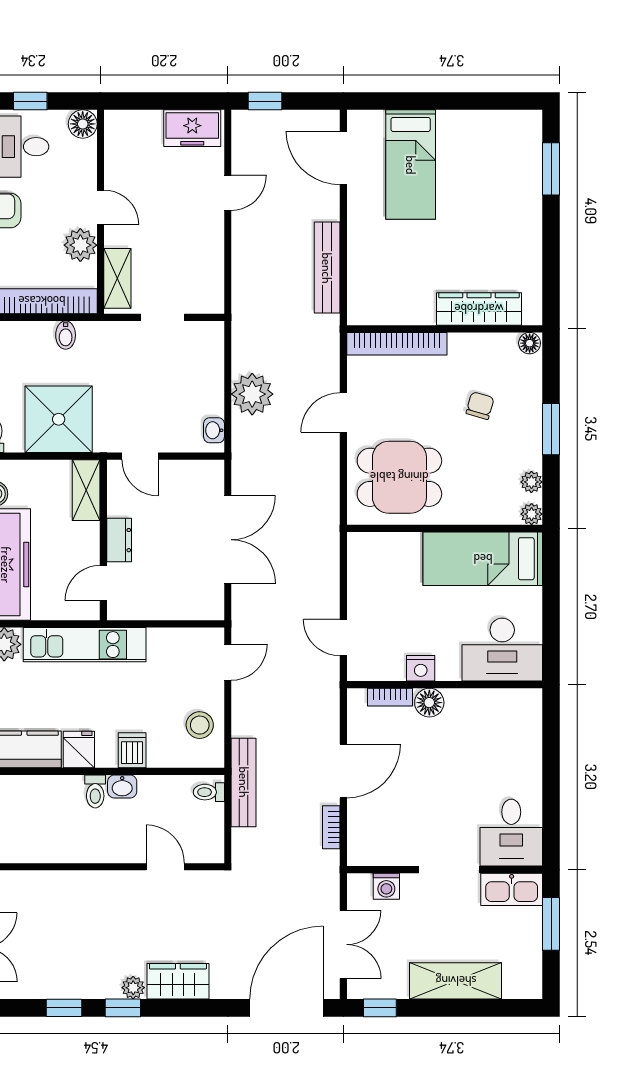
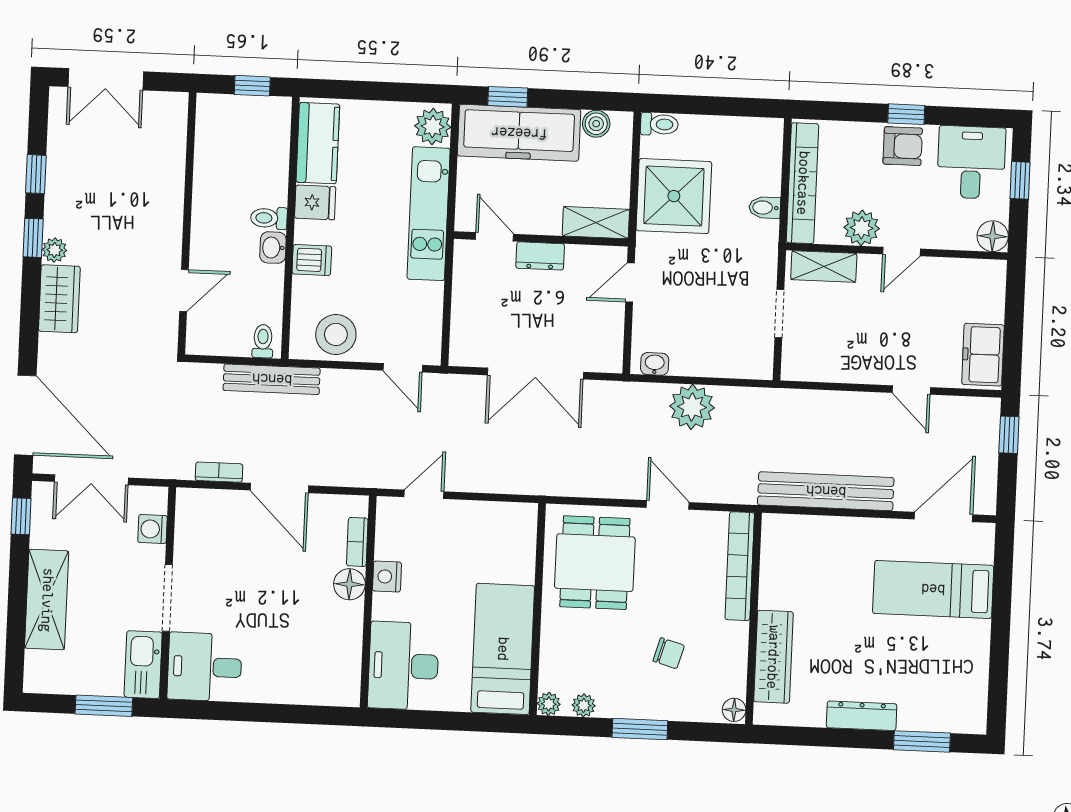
dresser: (530, 225) -> (862, 716), added
bench: (327, 268) -> (826, 491), width x1.37, depth x1.21
stool: (200, 725) -> (336, 334), width x1.38, depth x1.38

